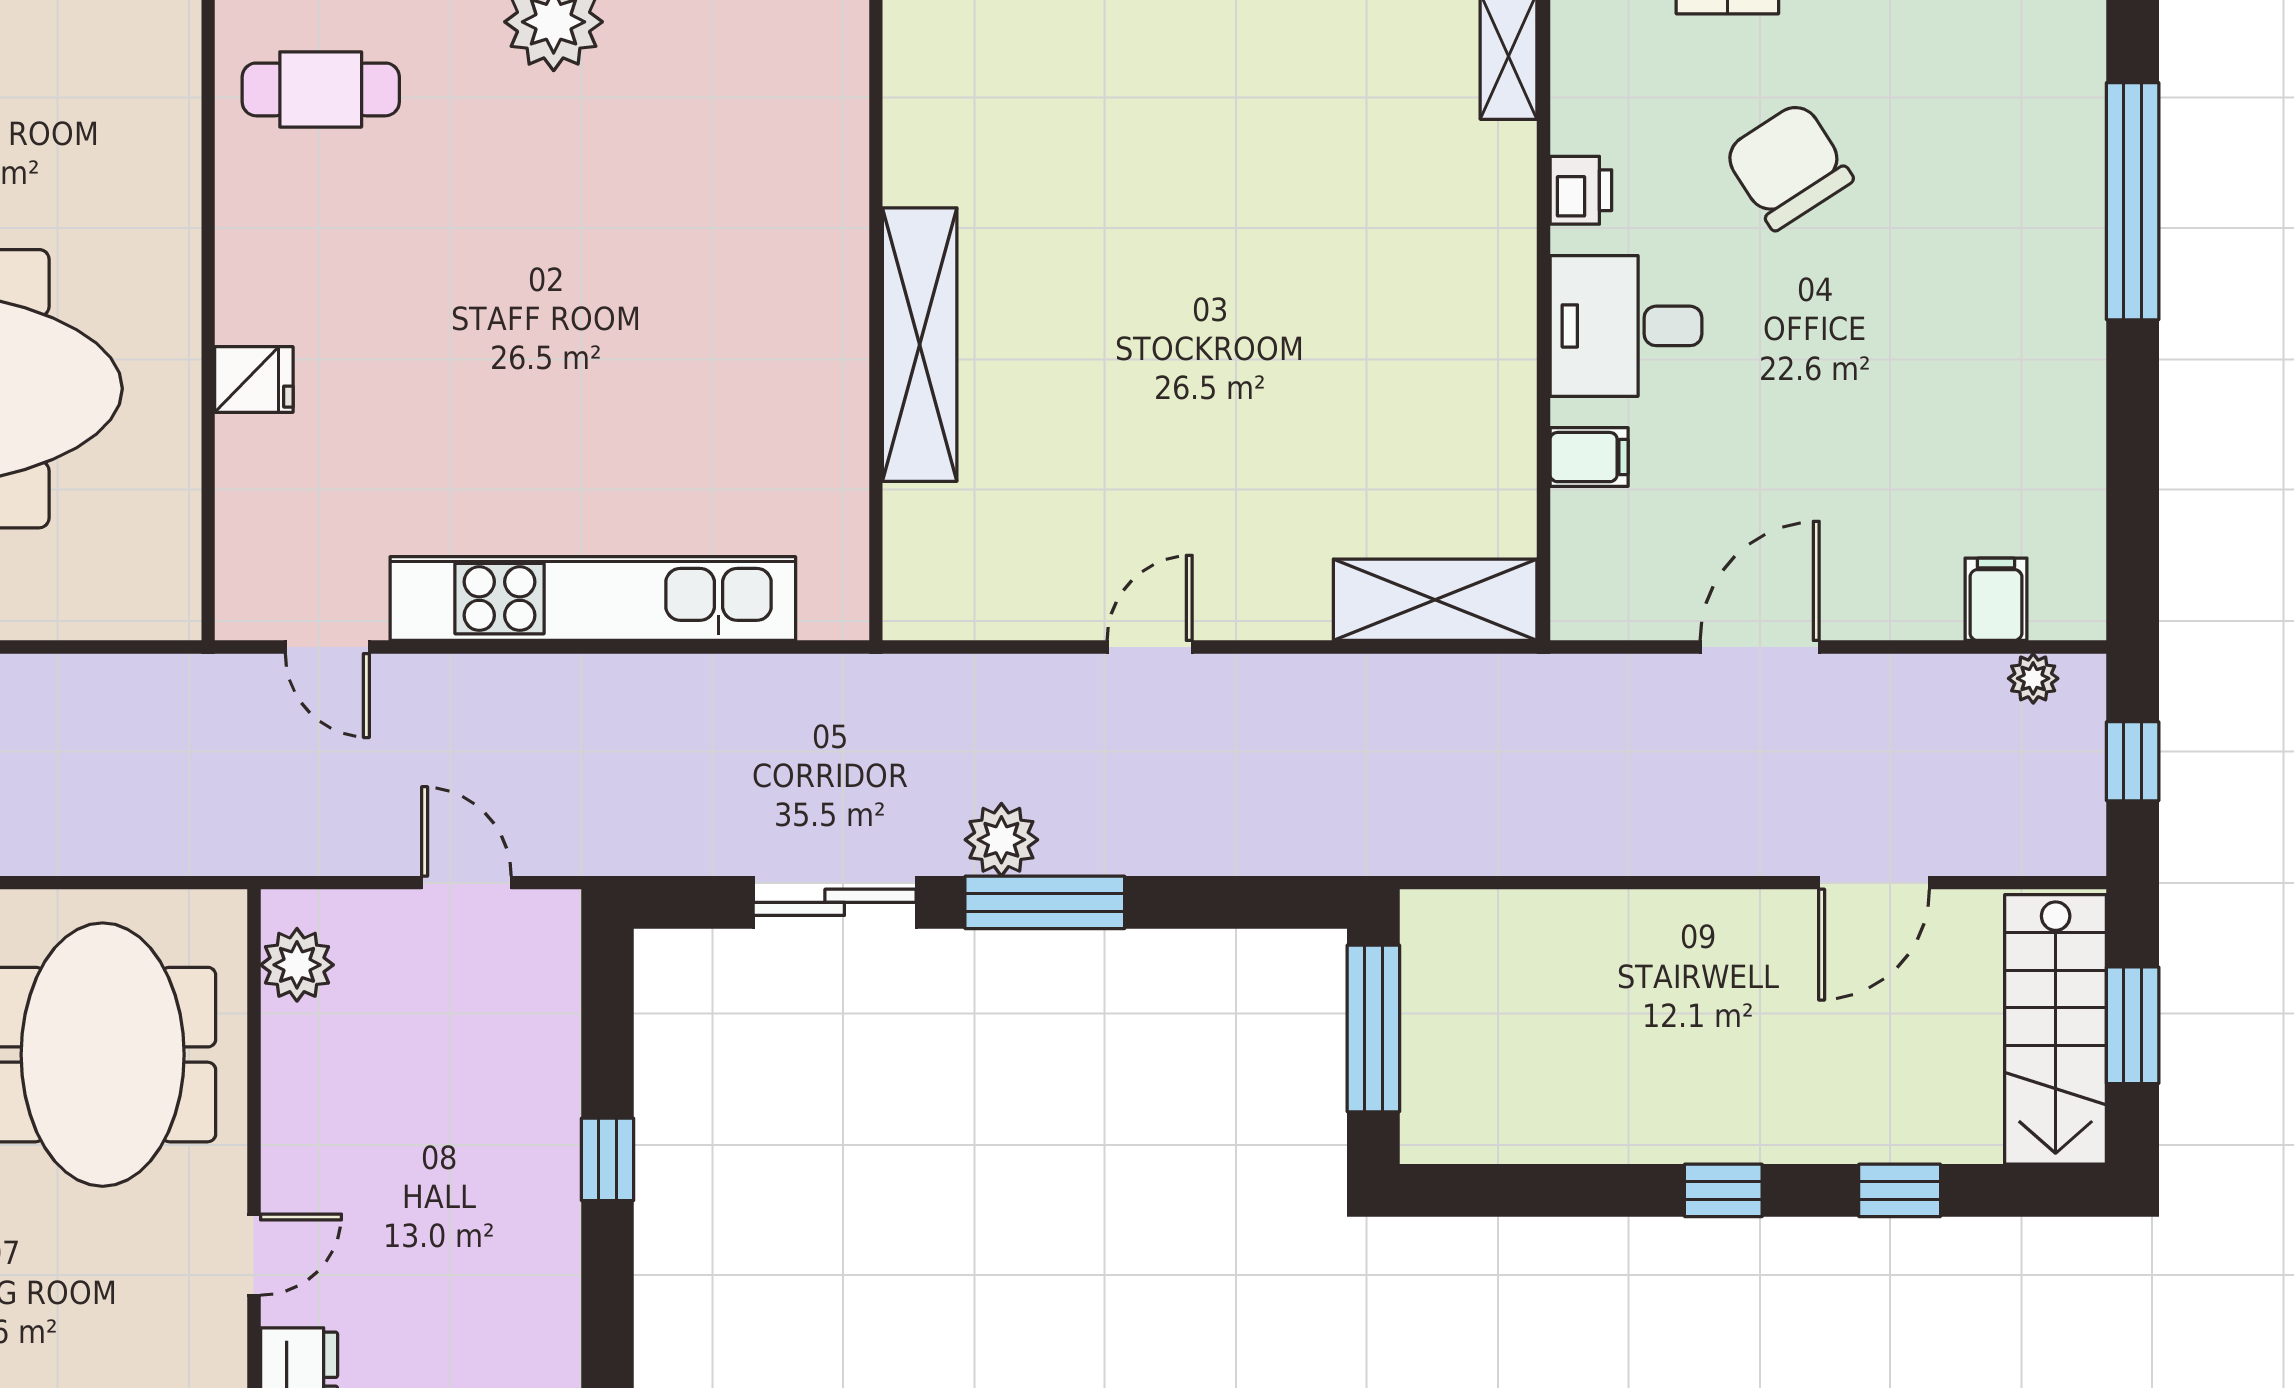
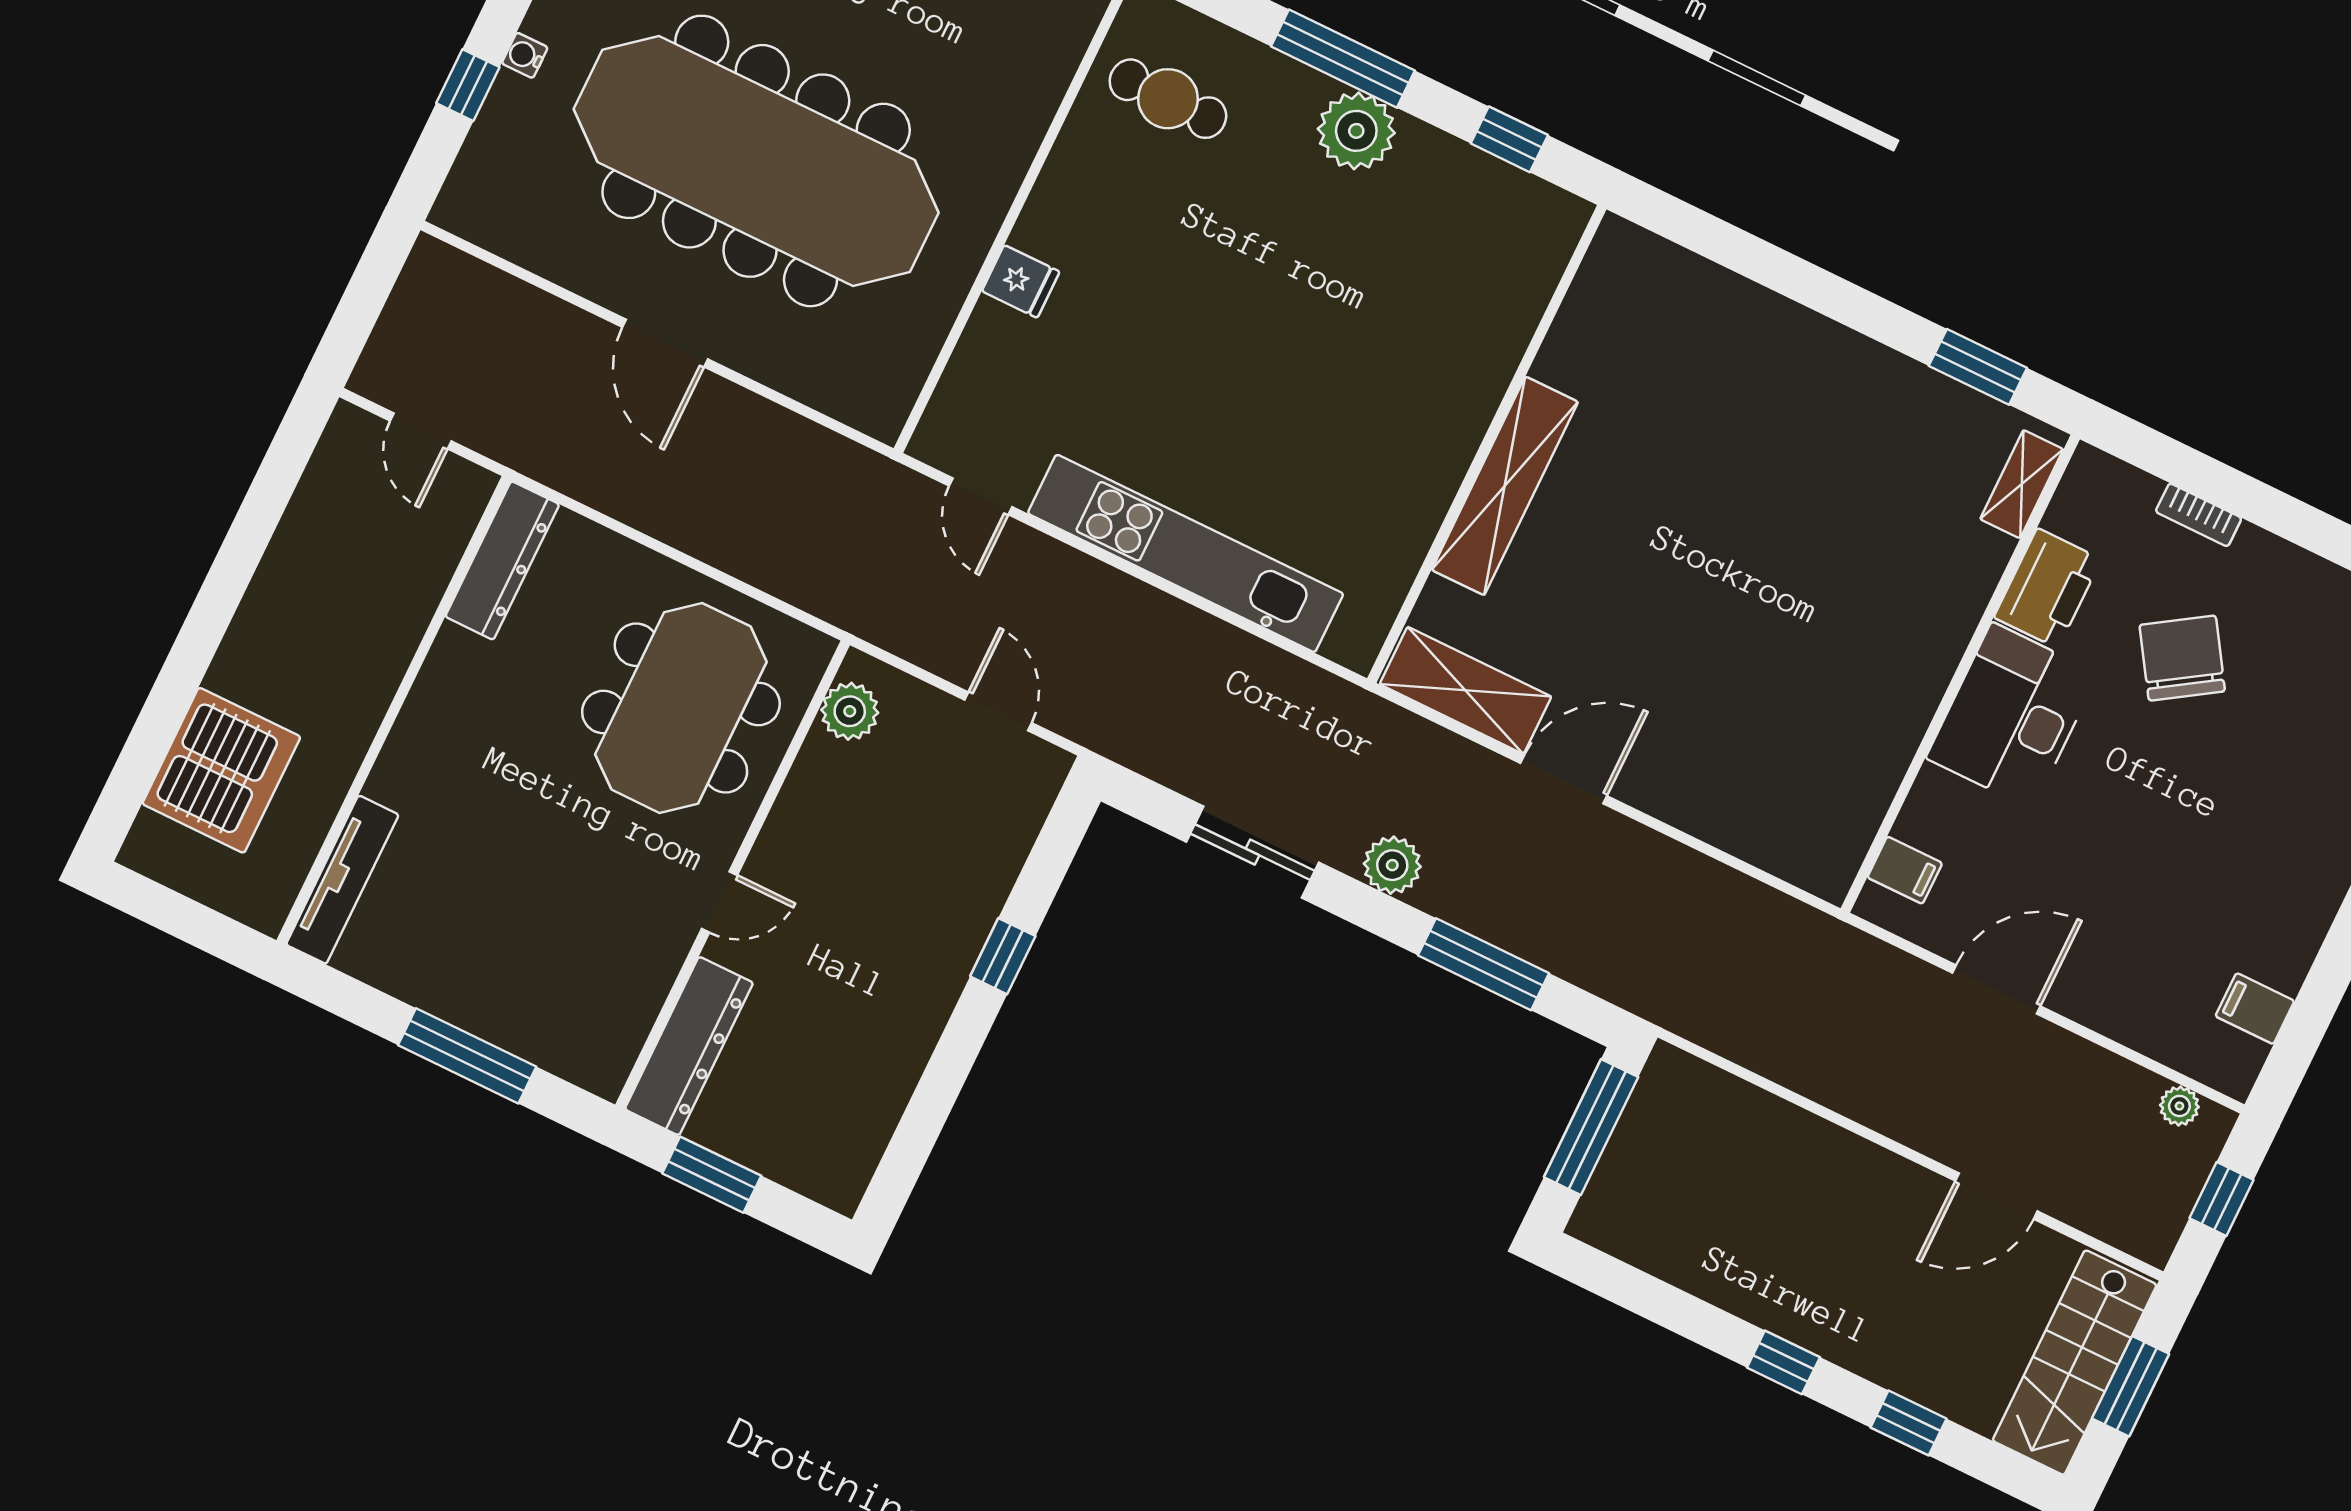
printer: (1581, 190) -> (2048, 588), width x1.87, depth x1.48
desk: (1626, 326) -> (2012, 716), width x1.37
filing cabinet: (1589, 457) -> (1905, 870), moved
filing cabinet: (1996, 599) -> (2255, 1009), moved, turned -90
shelving: (1435, 600) -> (1465, 690), moved
door: (1150, 647) -> (1564, 780), width x1.38
window: (1045, 902) -> (1484, 964), moved

